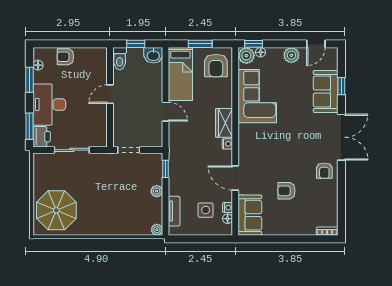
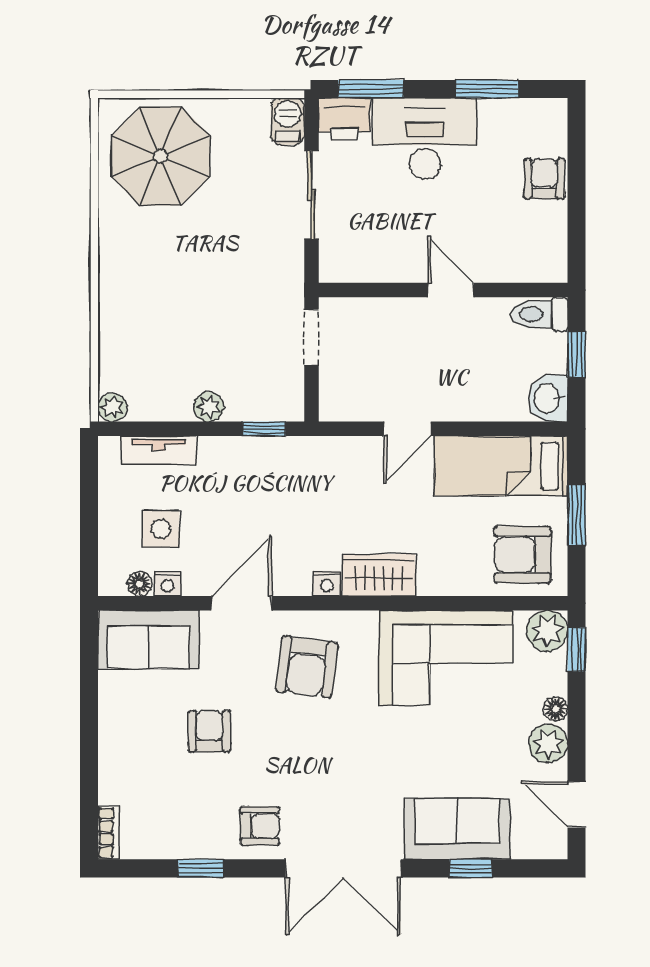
floor lamp: (261, 52) -> (556, 709), moved
floor lamp: (38, 65) -> (523, 110), removed
armchair: (261, 152) -> (307, 667), added
barbecue: (42, 159) -> (288, 121), added
armchair: (324, 171) -> (260, 826), turned 180
window: (341, 194) -> (201, 868), added

